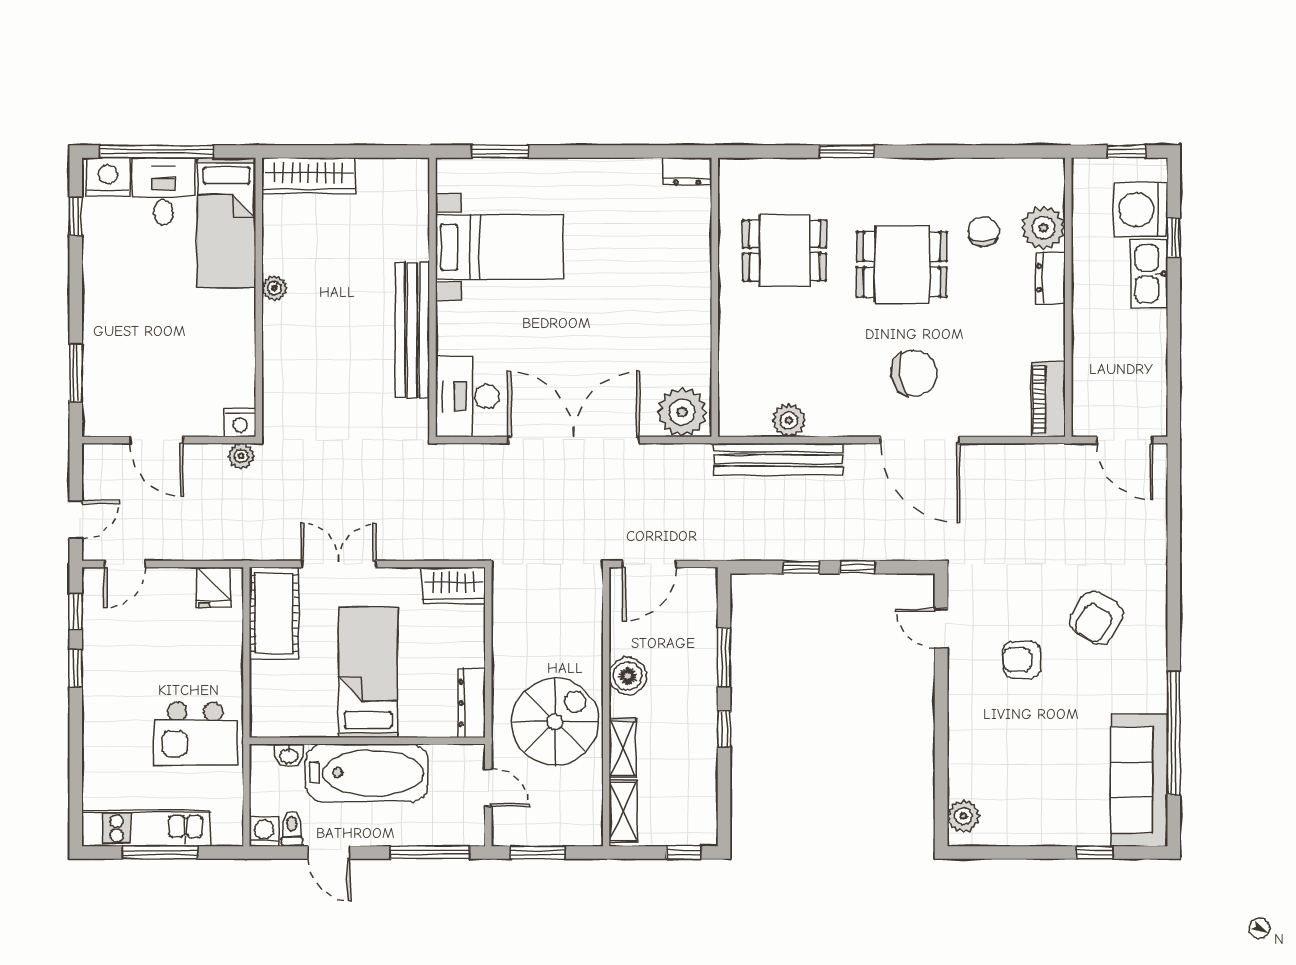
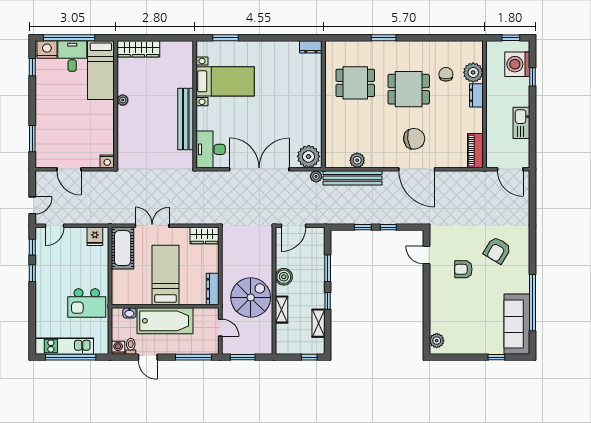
kitchen sink: (1149, 274) -> (521, 123), moved
plant: (241, 456) -> (316, 176), moved
shelving: (623, 811) -> (318, 323), moved
window: (160, 852) -> (71, 357), width x1.46

